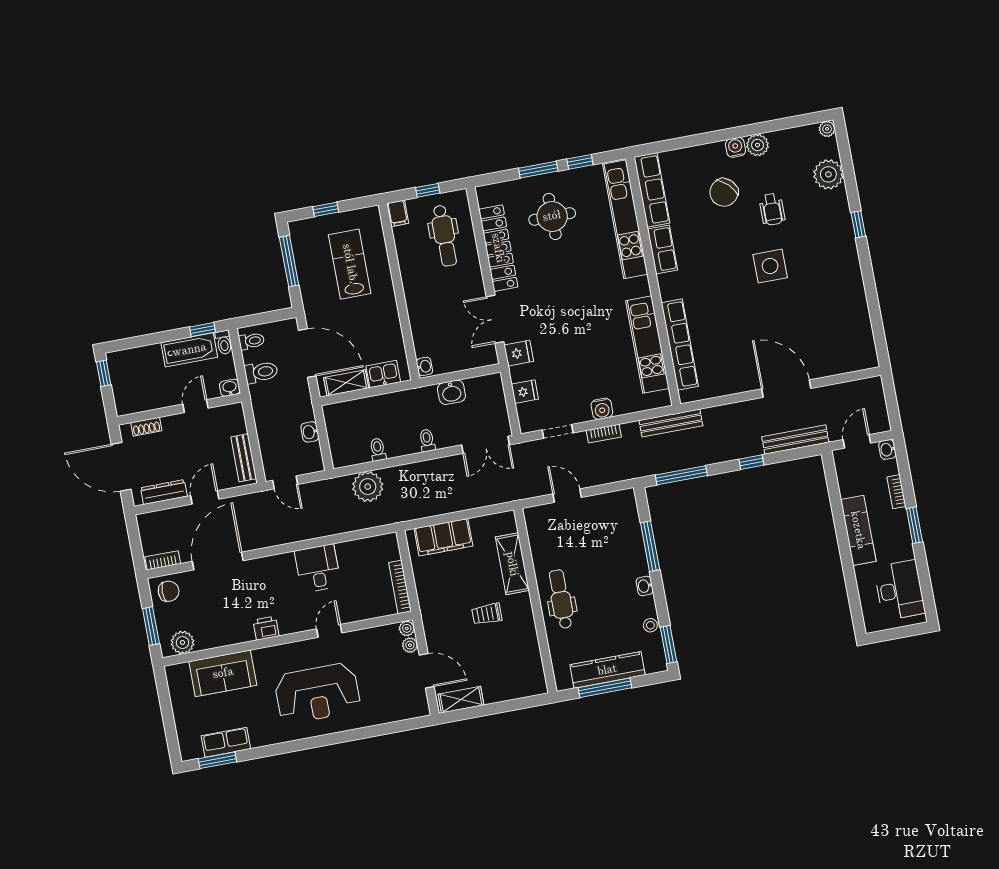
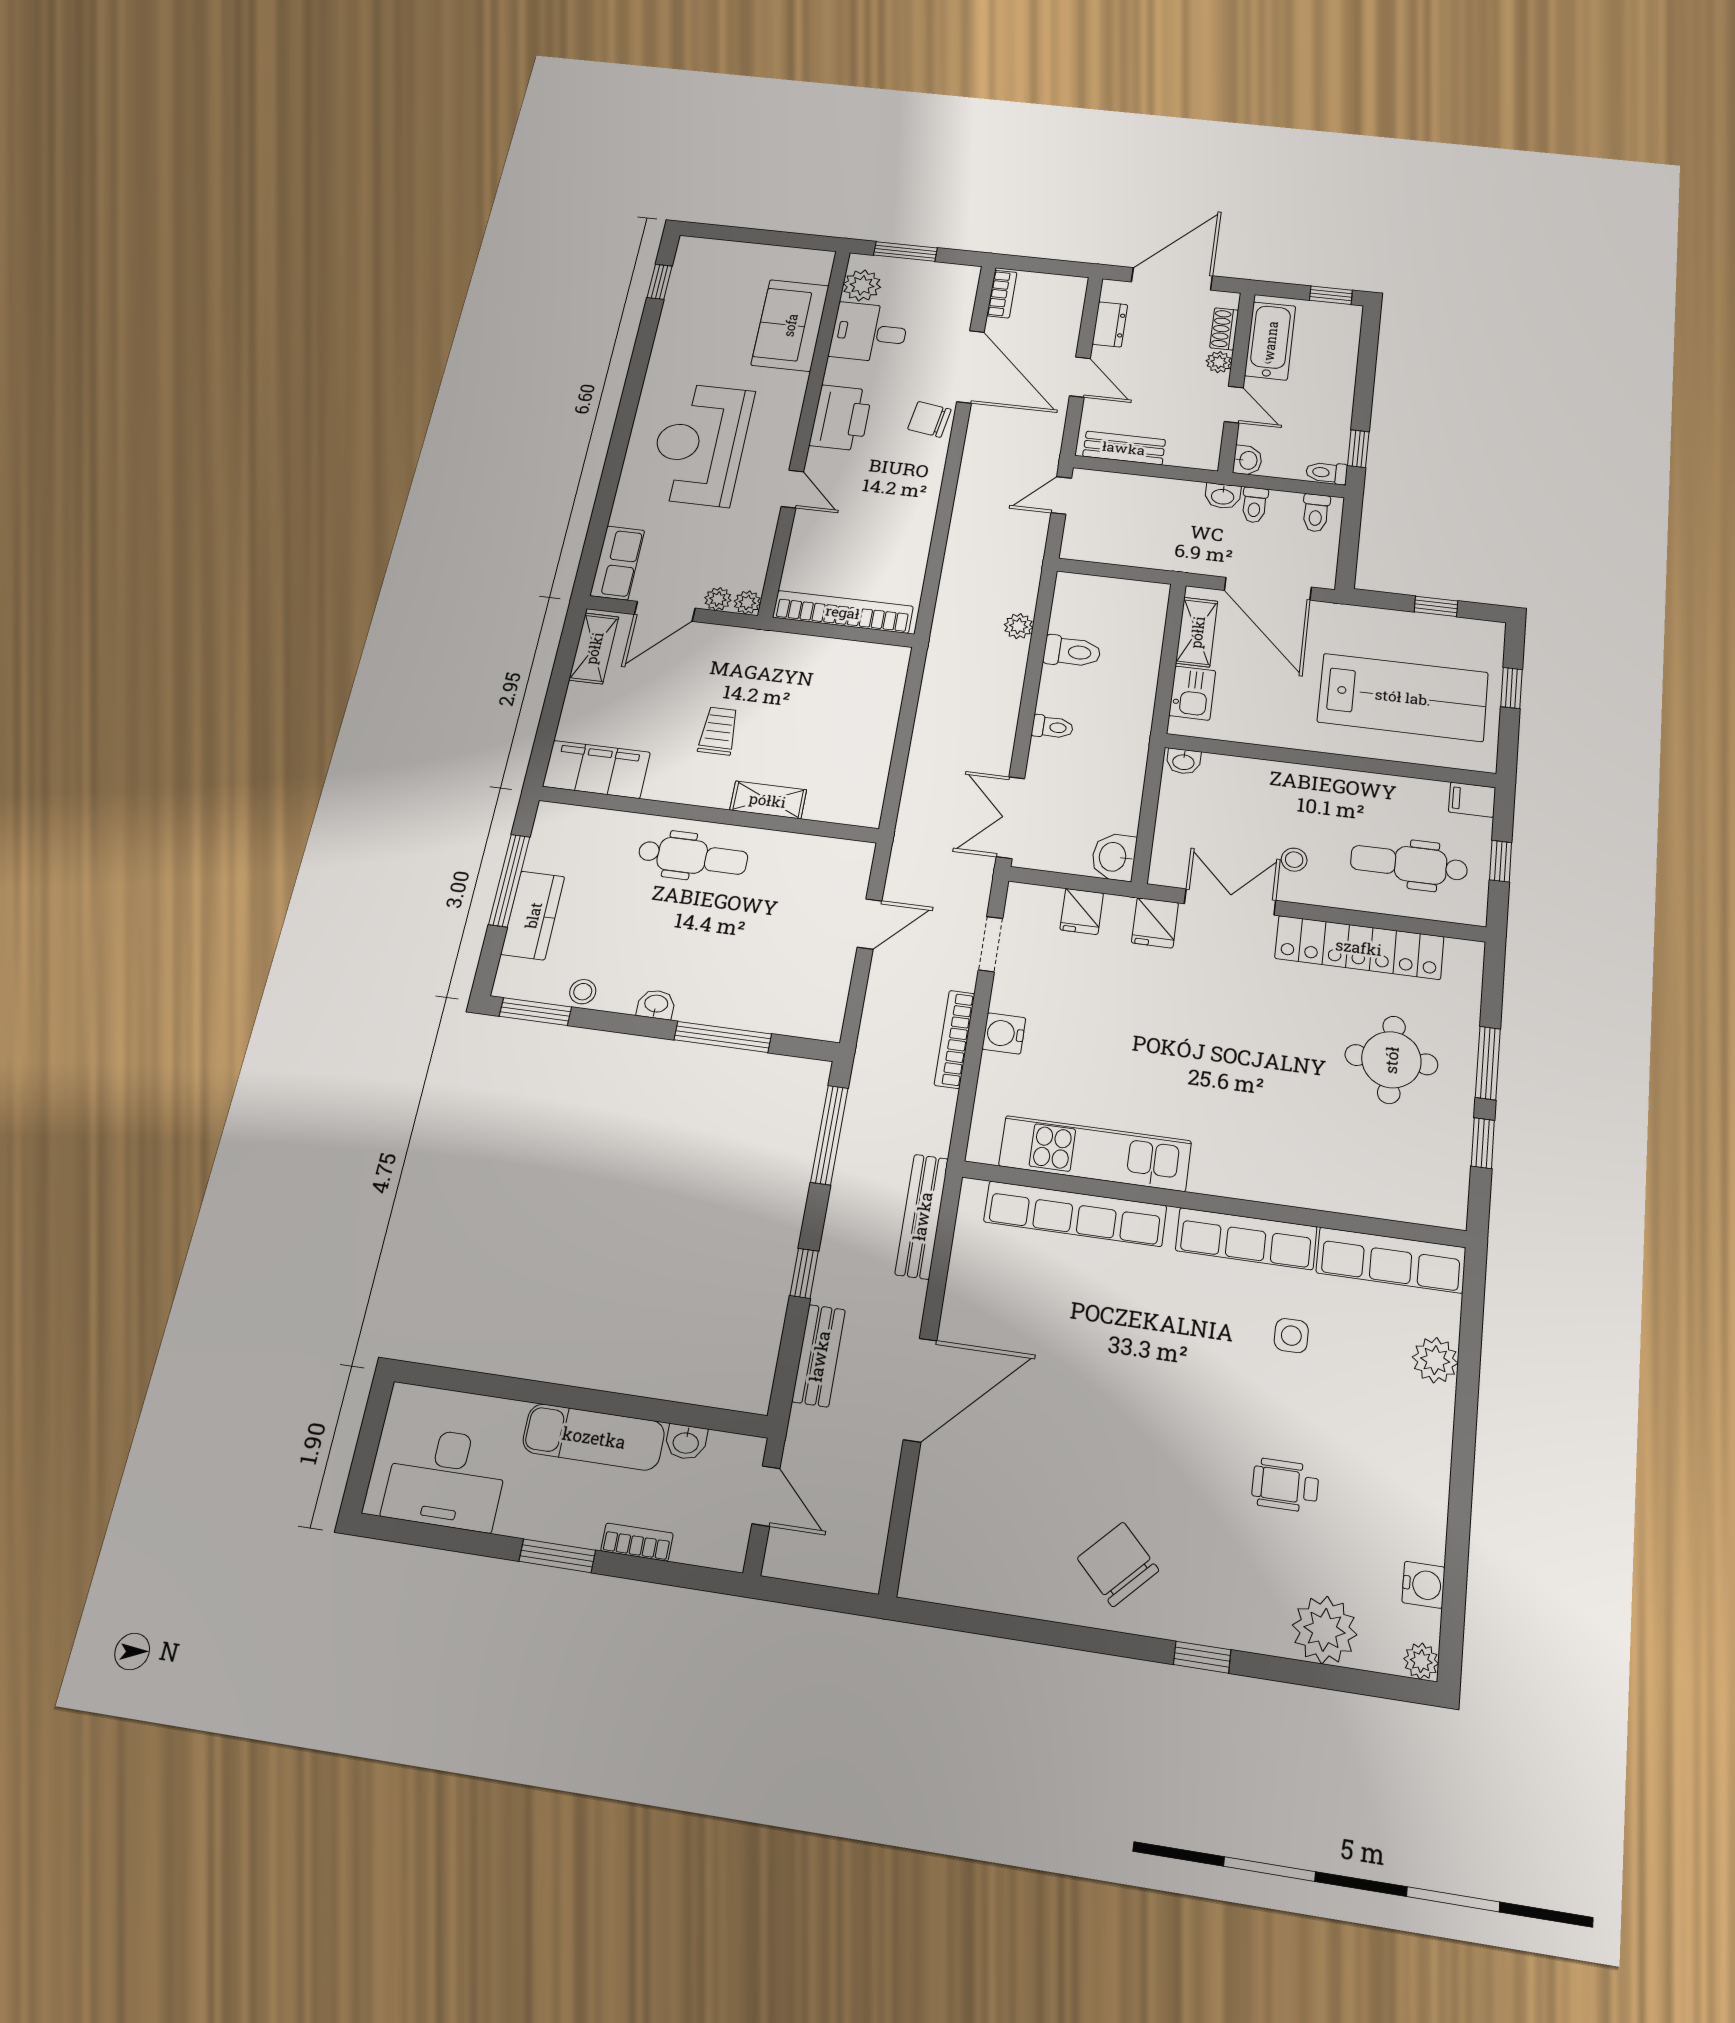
plant: (757, 145) -> (1435, 1360), moved
water cooler: (736, 147) -> (1423, 1585), moved
chair: (724, 192) -> (1118, 1564), moved
kitchen unit: (625, 219) -> (1348, 1191), removed
row of seats: (662, 250) -> (1246, 1239), width x1.48
window: (289, 261) -> (1436, 606), width x0.46
lab bench: (350, 264) -> (1403, 697), width x1.36, depth x1.39
side table: (770, 266) -> (1291, 1336), moved, width x0.54, depth x0.54
stool: (461, 294) -> (1294, 860), added
bathtub: (189, 350) -> (1270, 341), moved, turned 180
door: (307, 353) -> (1268, 589), hinge flipped
toilet: (261, 372) -> (1254, 505), width x0.73, depth x0.72
washbasin: (451, 392) -> (1114, 857), moved
plant: (170, 423) -> (1219, 362), added
bench: (671, 423) -> (922, 1216), moved
washbasin: (310, 432) -> (1223, 496), moved, turned 180
bookcase: (604, 434) -> (955, 1039), width x1.56
bench: (795, 440) -> (819, 1356), width x0.73
washbasin: (887, 449) -> (686, 1442), moved, turned 180
toilet: (378, 450) -> (1072, 652), width x1.37, depth x1.39
plant: (368, 487) -> (1019, 626), width x0.53, depth x0.53
dresser: (164, 492) -> (1110, 324), width x0.70
filing cabinet: (443, 537) -> (596, 769), moved, turned 90
shelving: (512, 564) -> (768, 800), width x0.67, depth x0.75
desk: (318, 568) -> (869, 333), moved, turned 180
bookcase: (400, 587) -> (843, 612), width x1.48, depth x1.31
chair: (169, 591) -> (929, 419), moved, turned 99
printer: (266, 628) -> (841, 418), width x1.87, depth x1.48
kitchen counter: (607, 670) -> (533, 915), width x0.67
row of seats: (226, 742) -> (617, 563), moved
window: (217, 760) -> (660, 282), width x0.67

